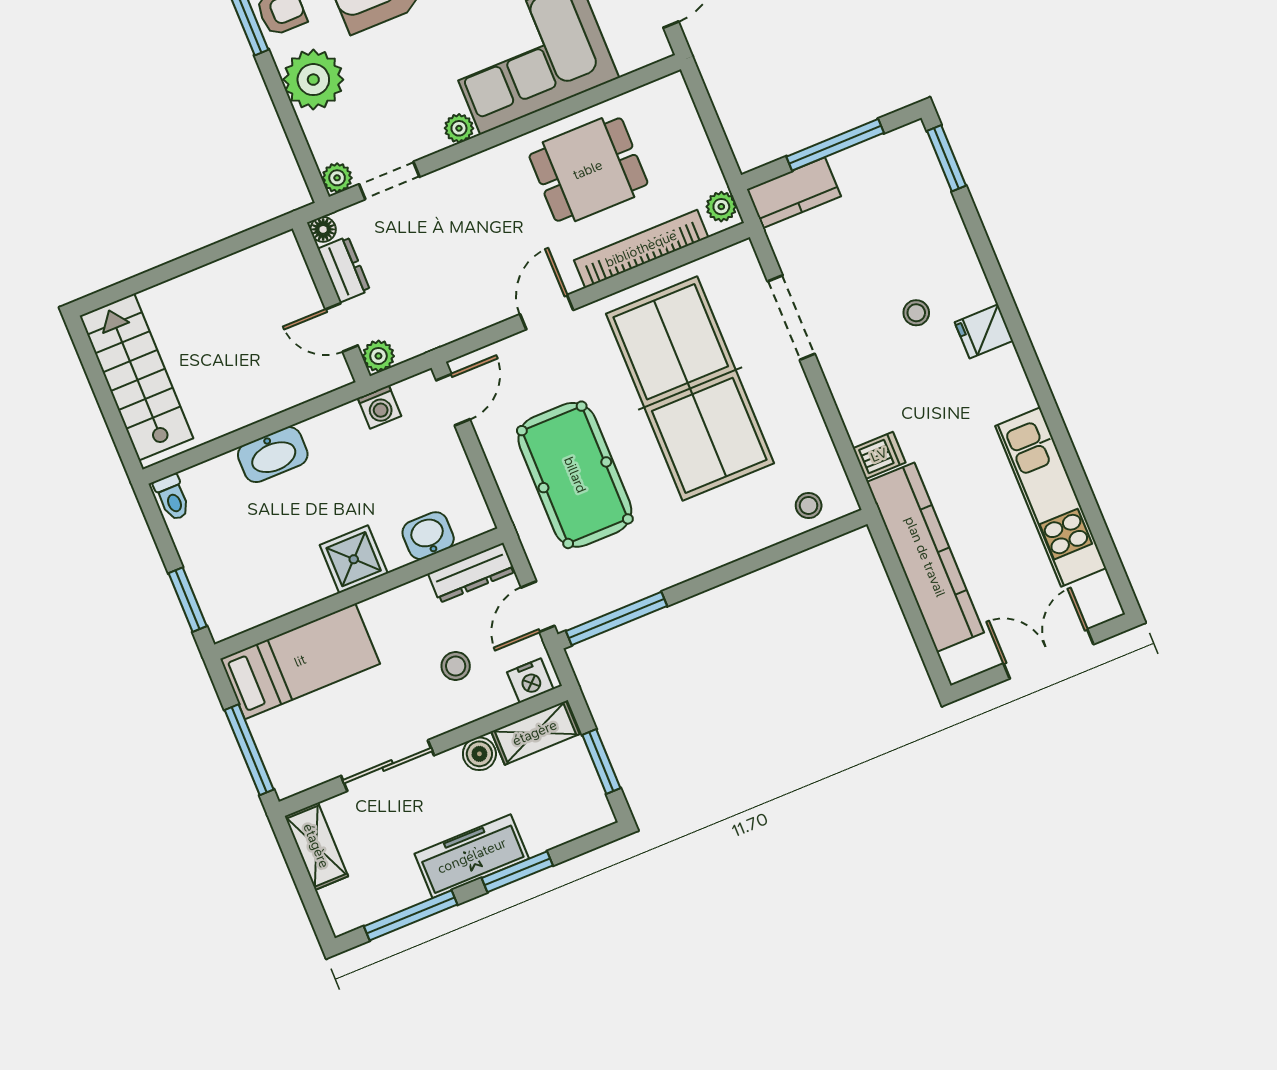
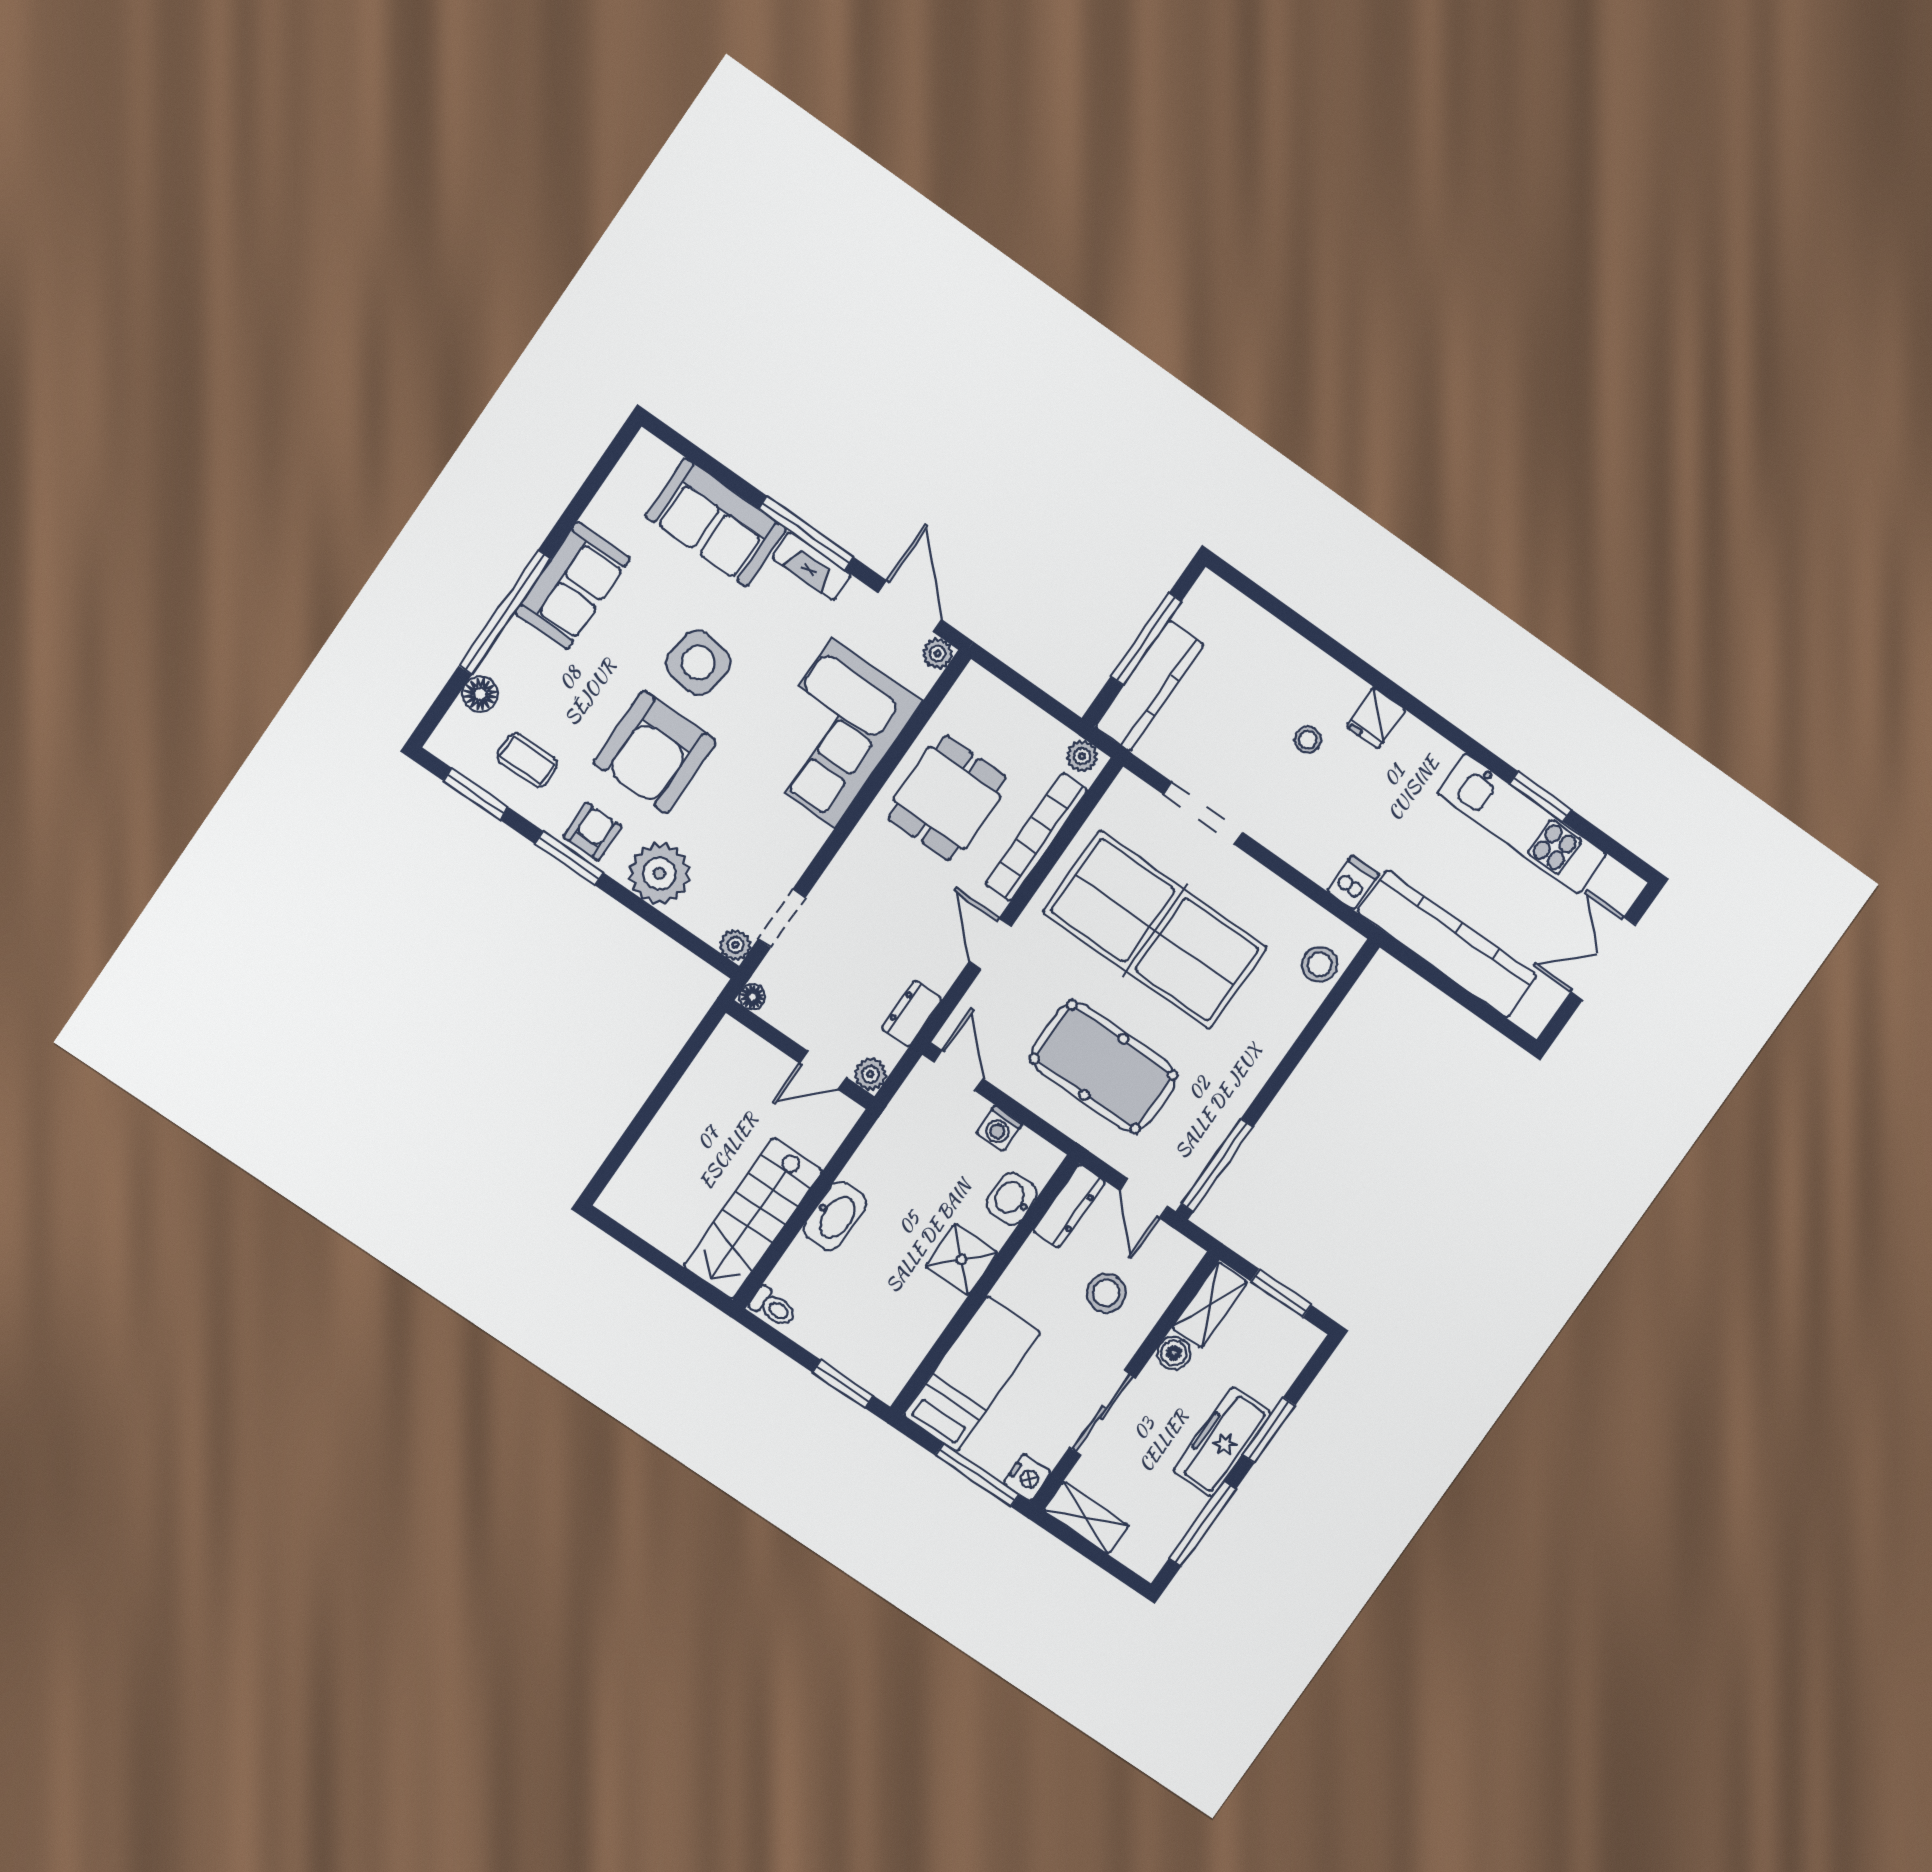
plant: (459, 128) -> (938, 654), moved
window: (946, 158) -> (1540, 797), moved
kitchen counter: (794, 193) -> (1149, 686), width x1.50
dresser: (344, 269) -> (912, 1014), moved, turned -90
stairs: (136, 377) -> (753, 1219), moved, turned -90
washing machine: (379, 407) -> (999, 1128), moved, turned 90
stool: (809, 505) -> (1320, 964), width x1.37, depth x1.37
stool: (456, 666) -> (1106, 1293), width x1.37, depth x1.37
nightstand: (530, 681) -> (1027, 1478), moved

